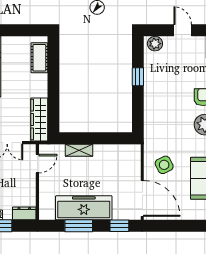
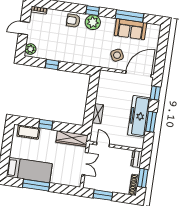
window: (53, 80) -> (46, 125), added

